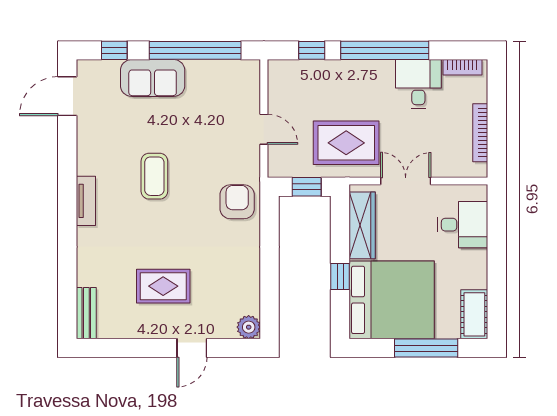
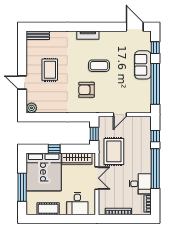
armchair: (237, 202) -> (86, 90), moved, turned 180
cot: (474, 314) -> (48, 209), moved

